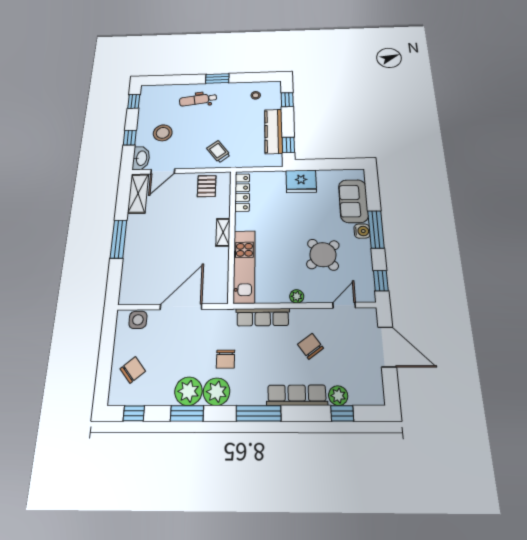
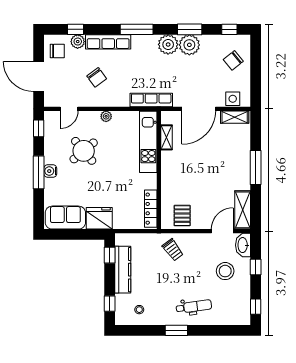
sofa: (353, 201) -> (65, 218), moved, turned -90
shelving: (223, 232) -> (167, 137), moved
shelving: (138, 297) -> (235, 117), added
row of seats: (263, 317) -> (151, 100), moved
chair: (226, 359) -> (57, 51), moved, turned 90

